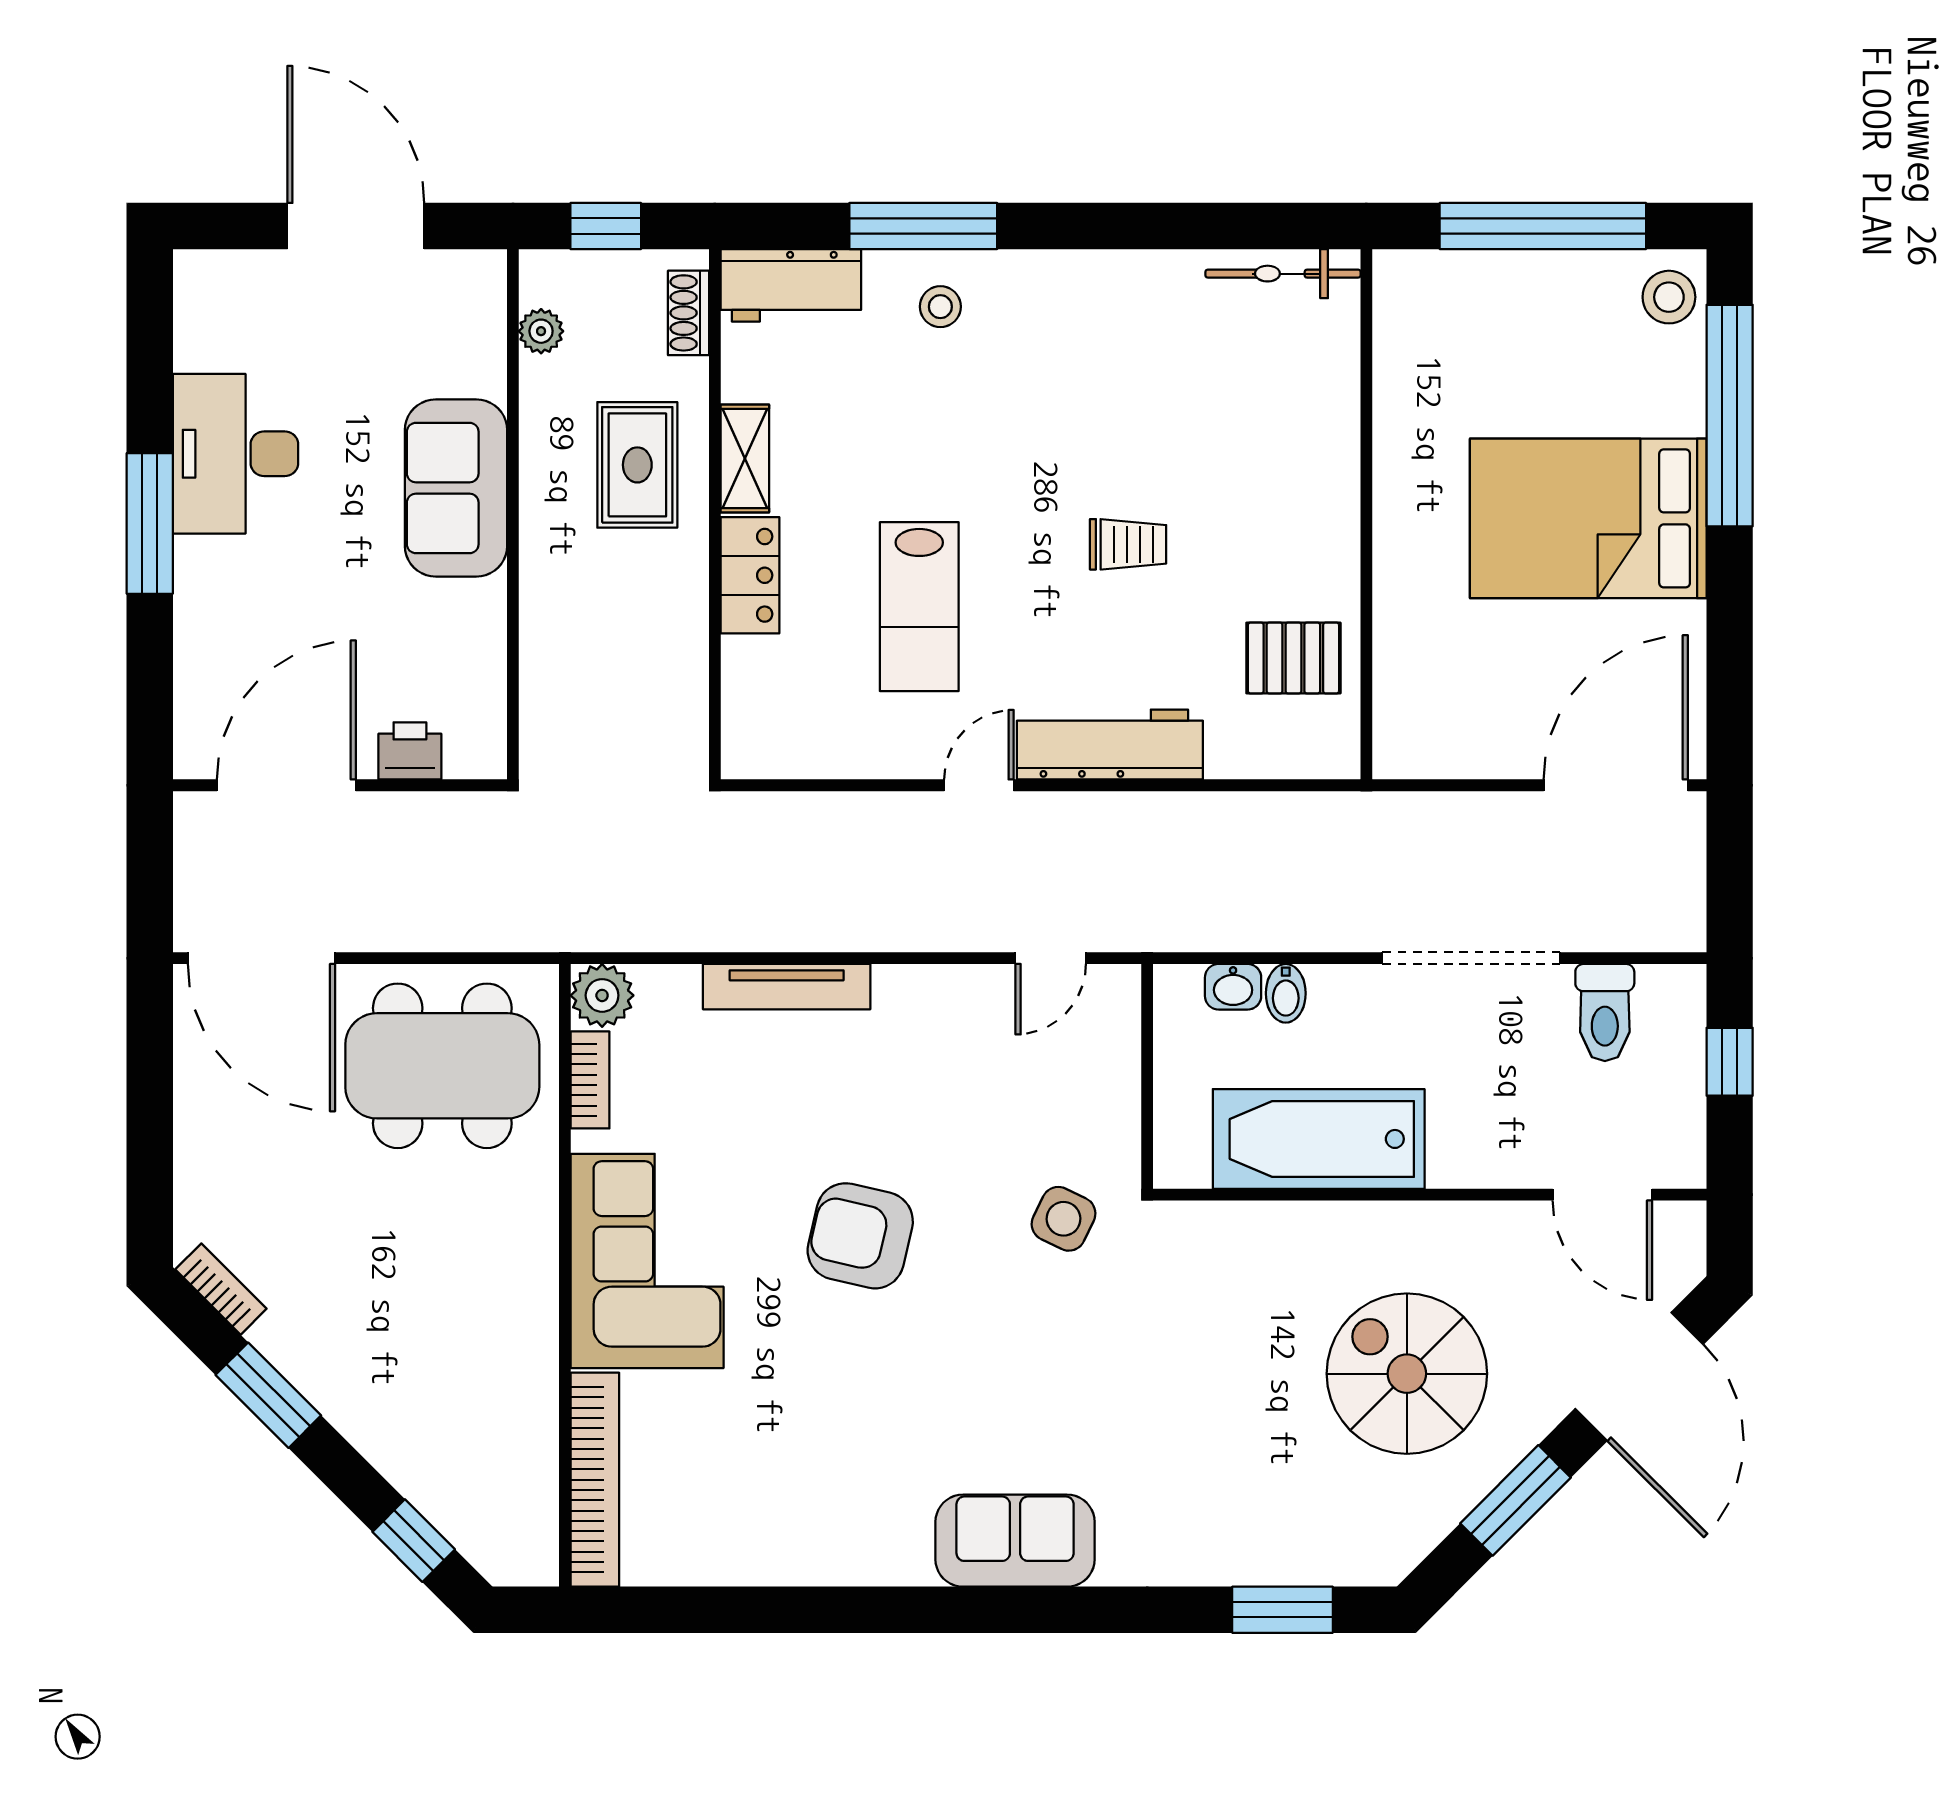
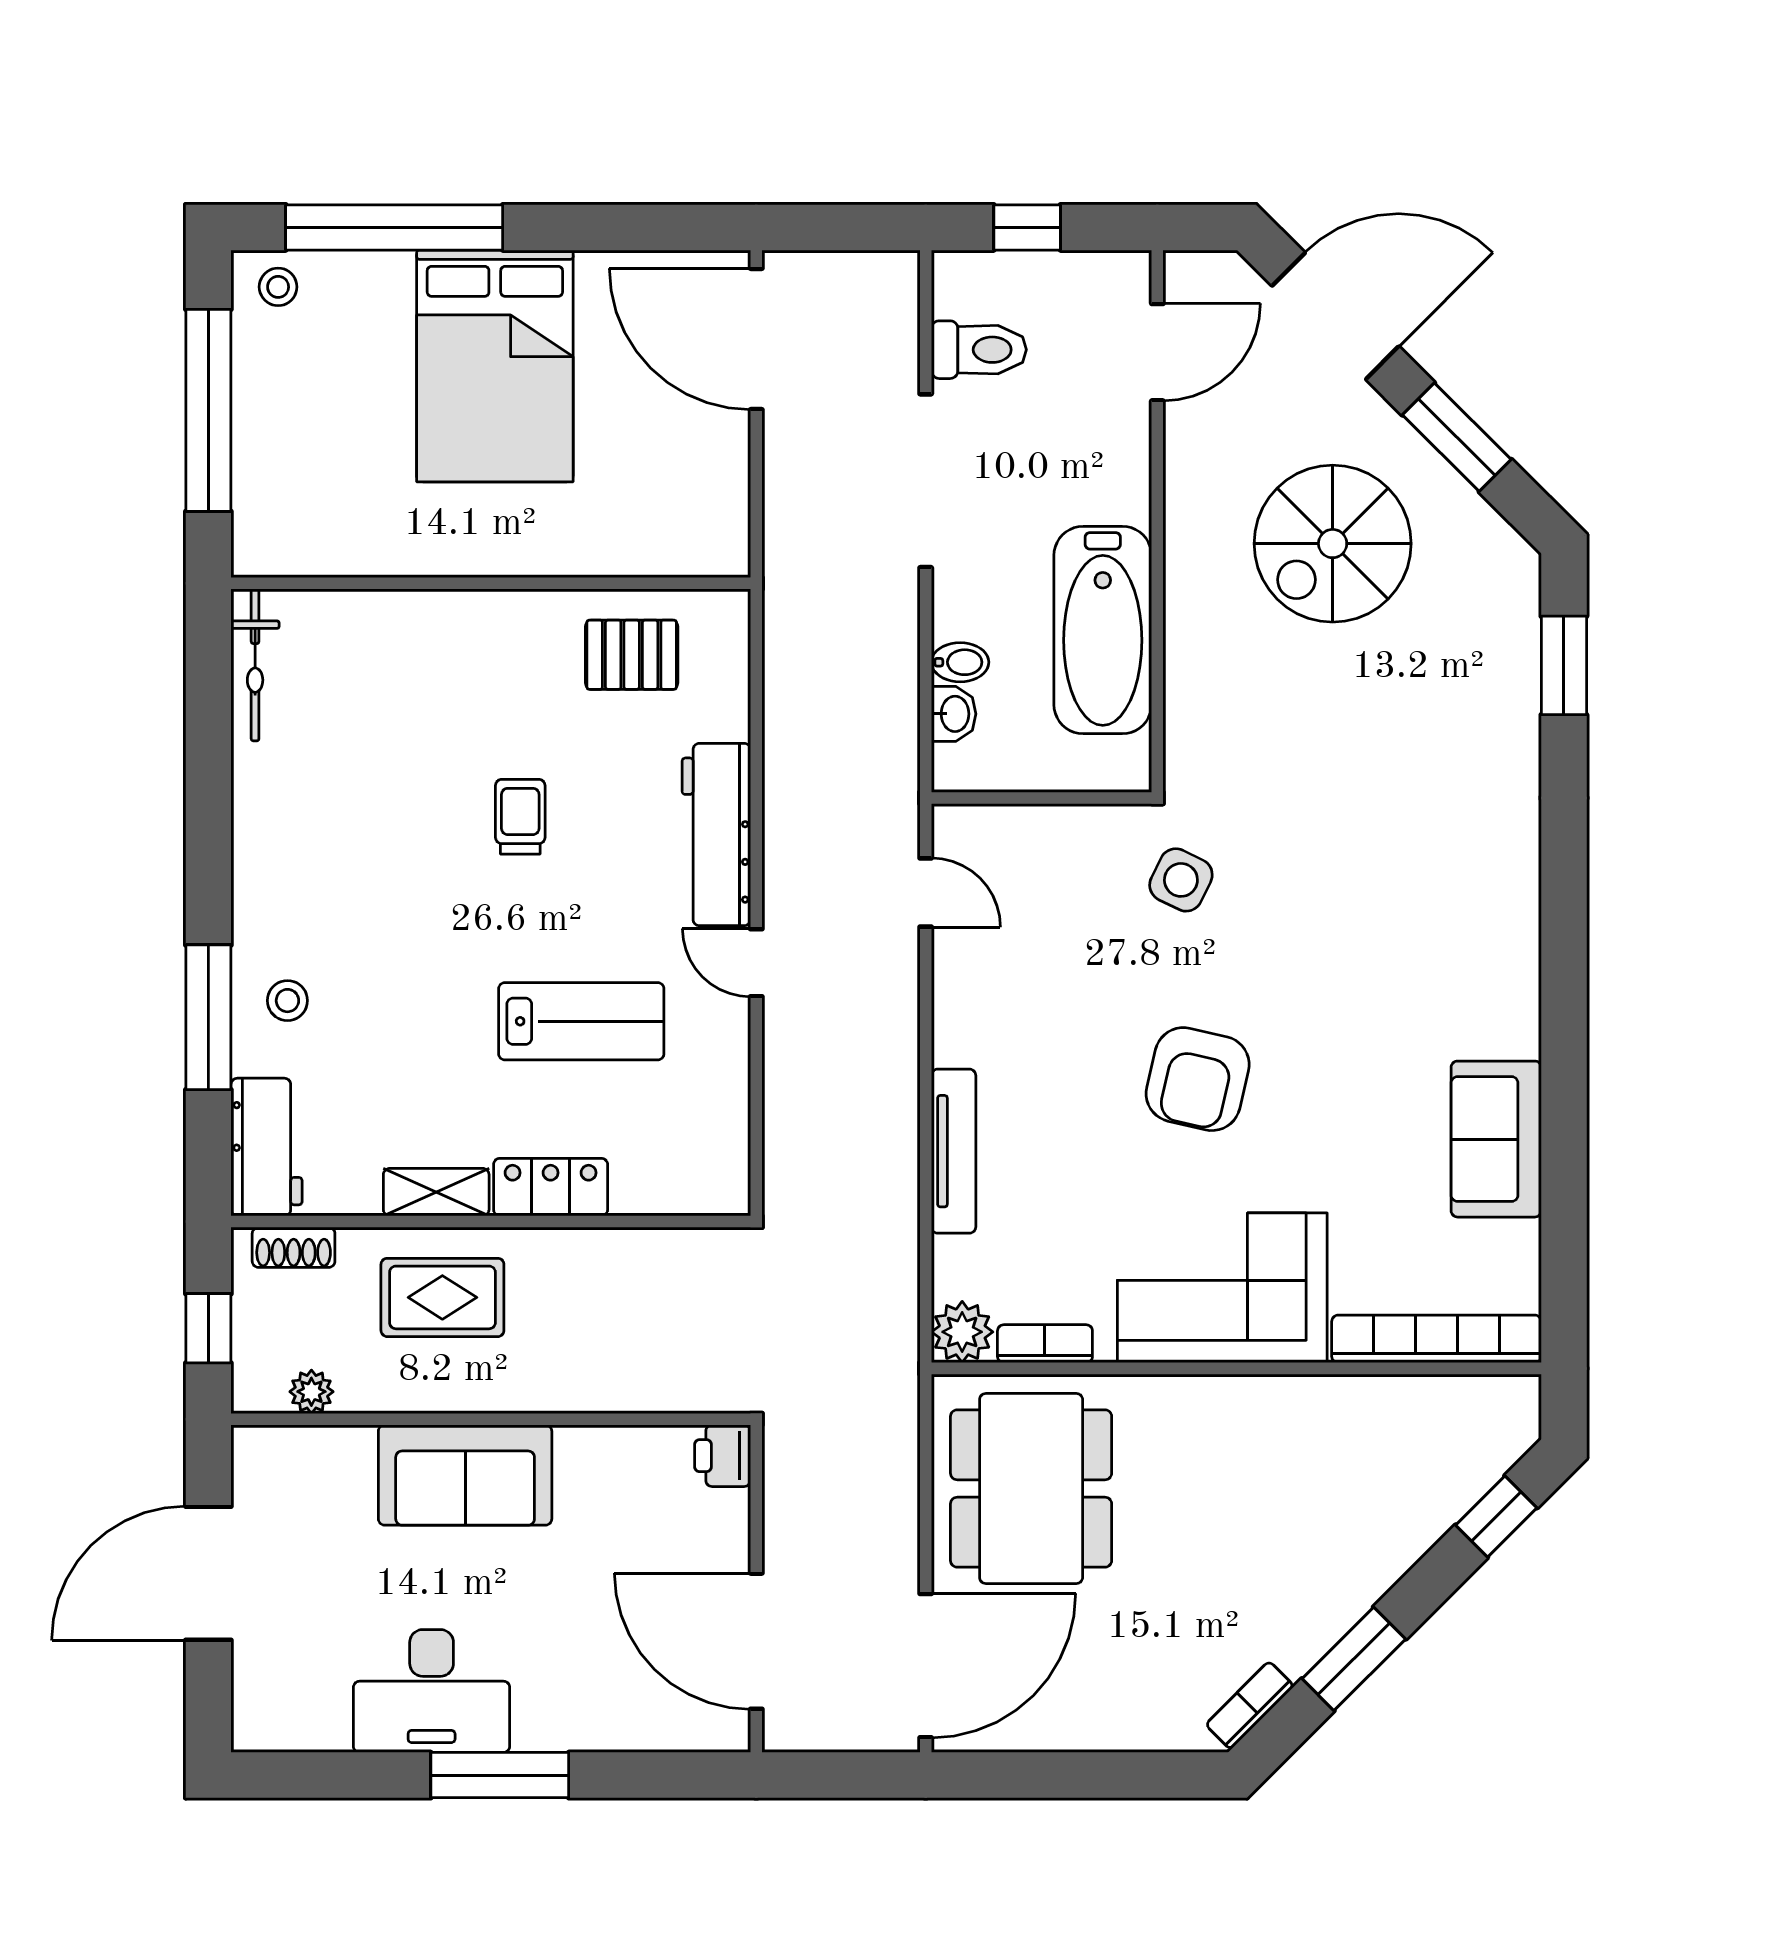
stool: (1669, 297) -> (278, 287), width x0.73, depth x0.73
pallet: (1293, 658) -> (632, 655), turned 90
printer: (410, 751) -> (723, 1456), moved
sofa: (1015, 1541) -> (1496, 1139), moved

